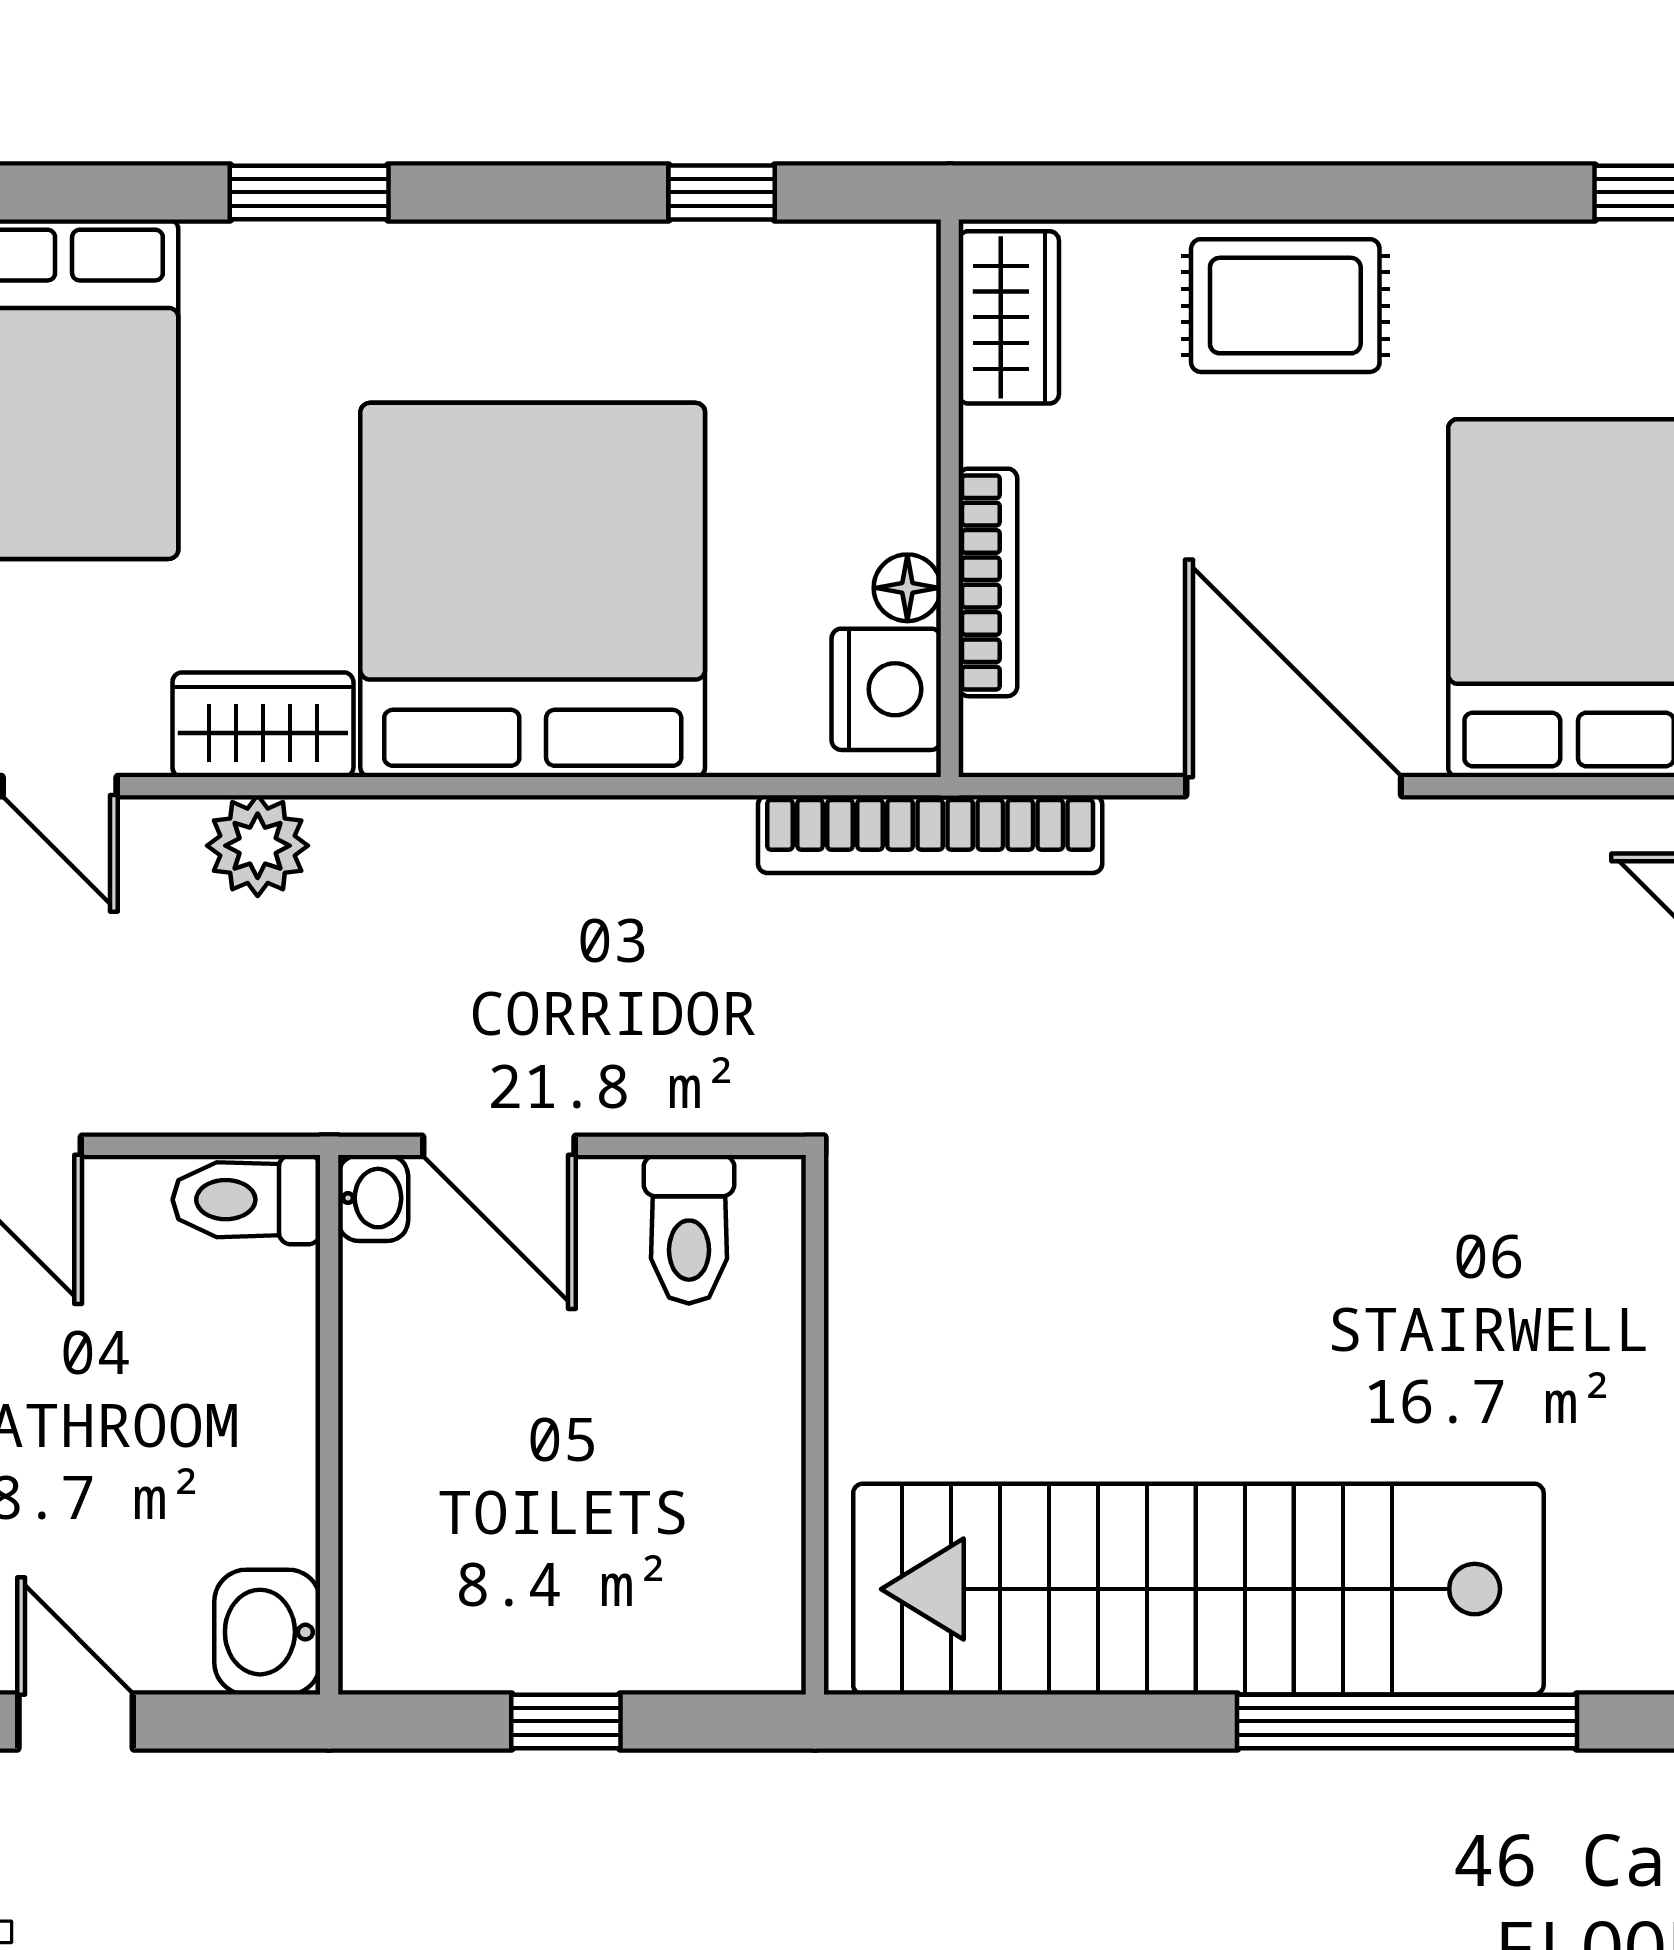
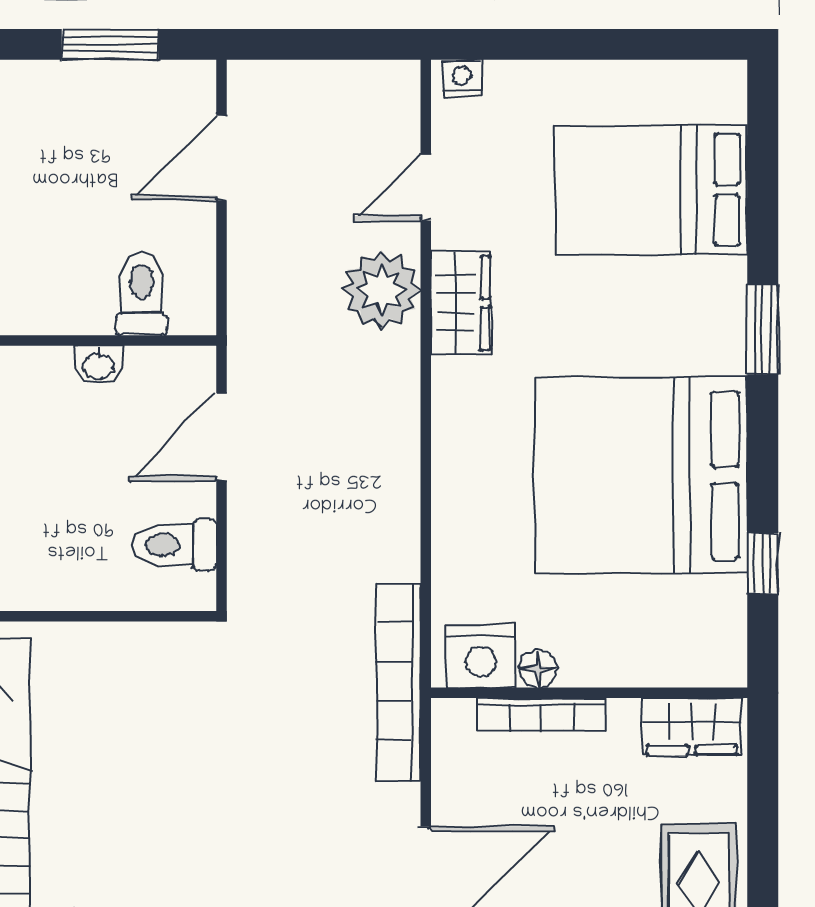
bed: (533, 590) -> (641, 475), moved, turned 180
plant: (258, 846) -> (381, 289), width x1.36, depth x1.36
washbasin: (373, 1198) -> (99, 365), moved
toilet: (246, 1200) -> (141, 294), moved

